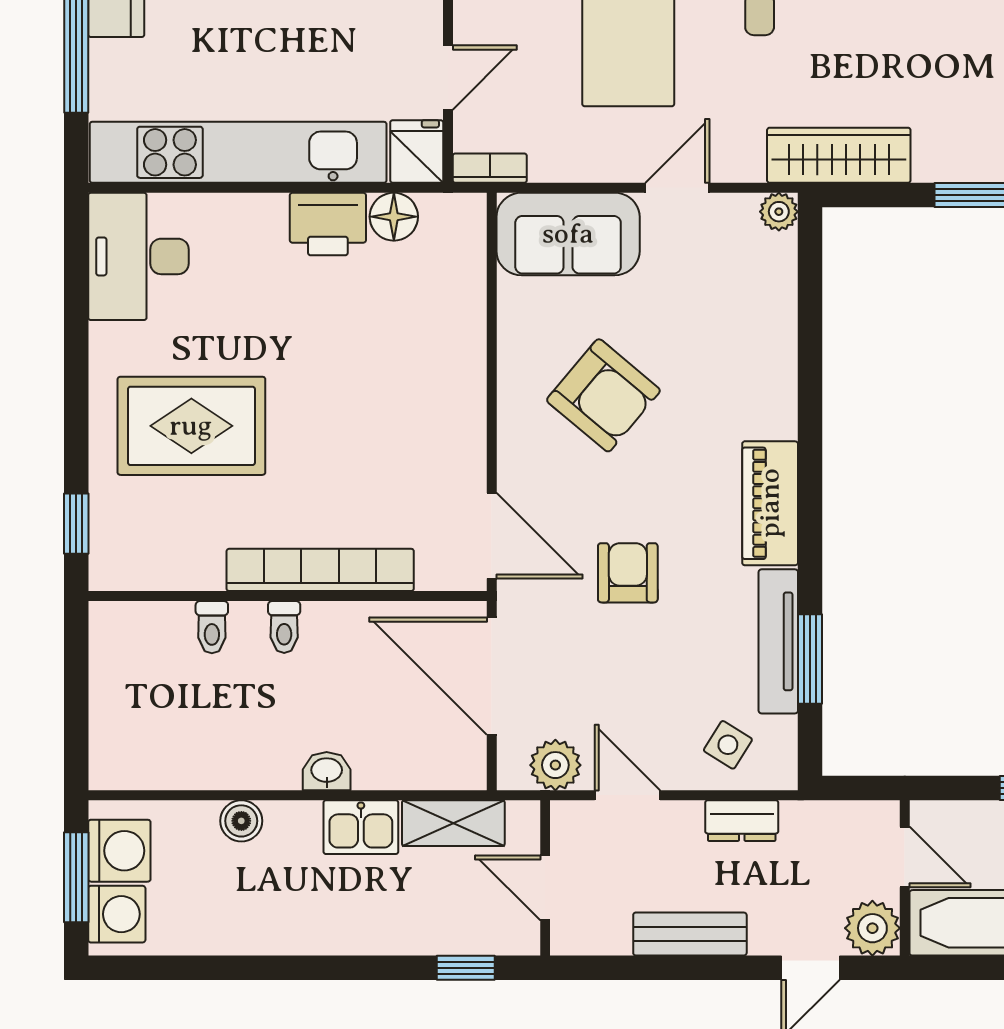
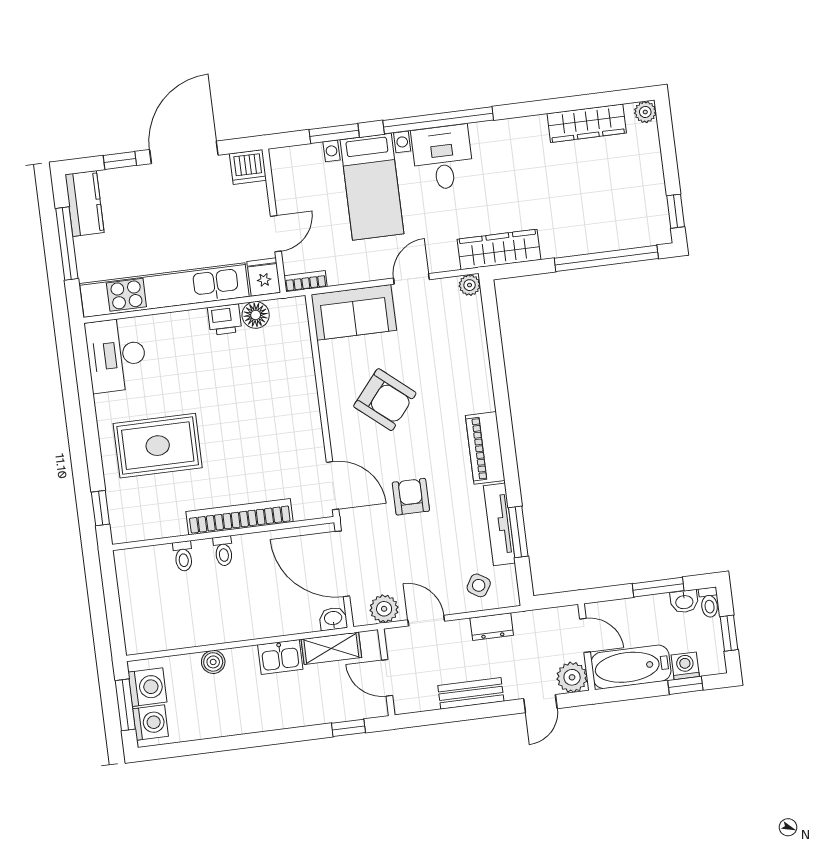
printer: (328, 224) -> (225, 320), width x0.73, depth x0.81
washbasin: (327, 771) -> (333, 619), moved

